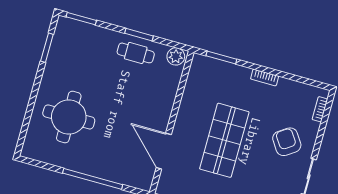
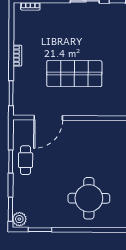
plant: (176, 56) -> (19, 219), moved
armchair: (287, 142) -> (62, 25), removed
door: (164, 151) -> (48, 118), moved

